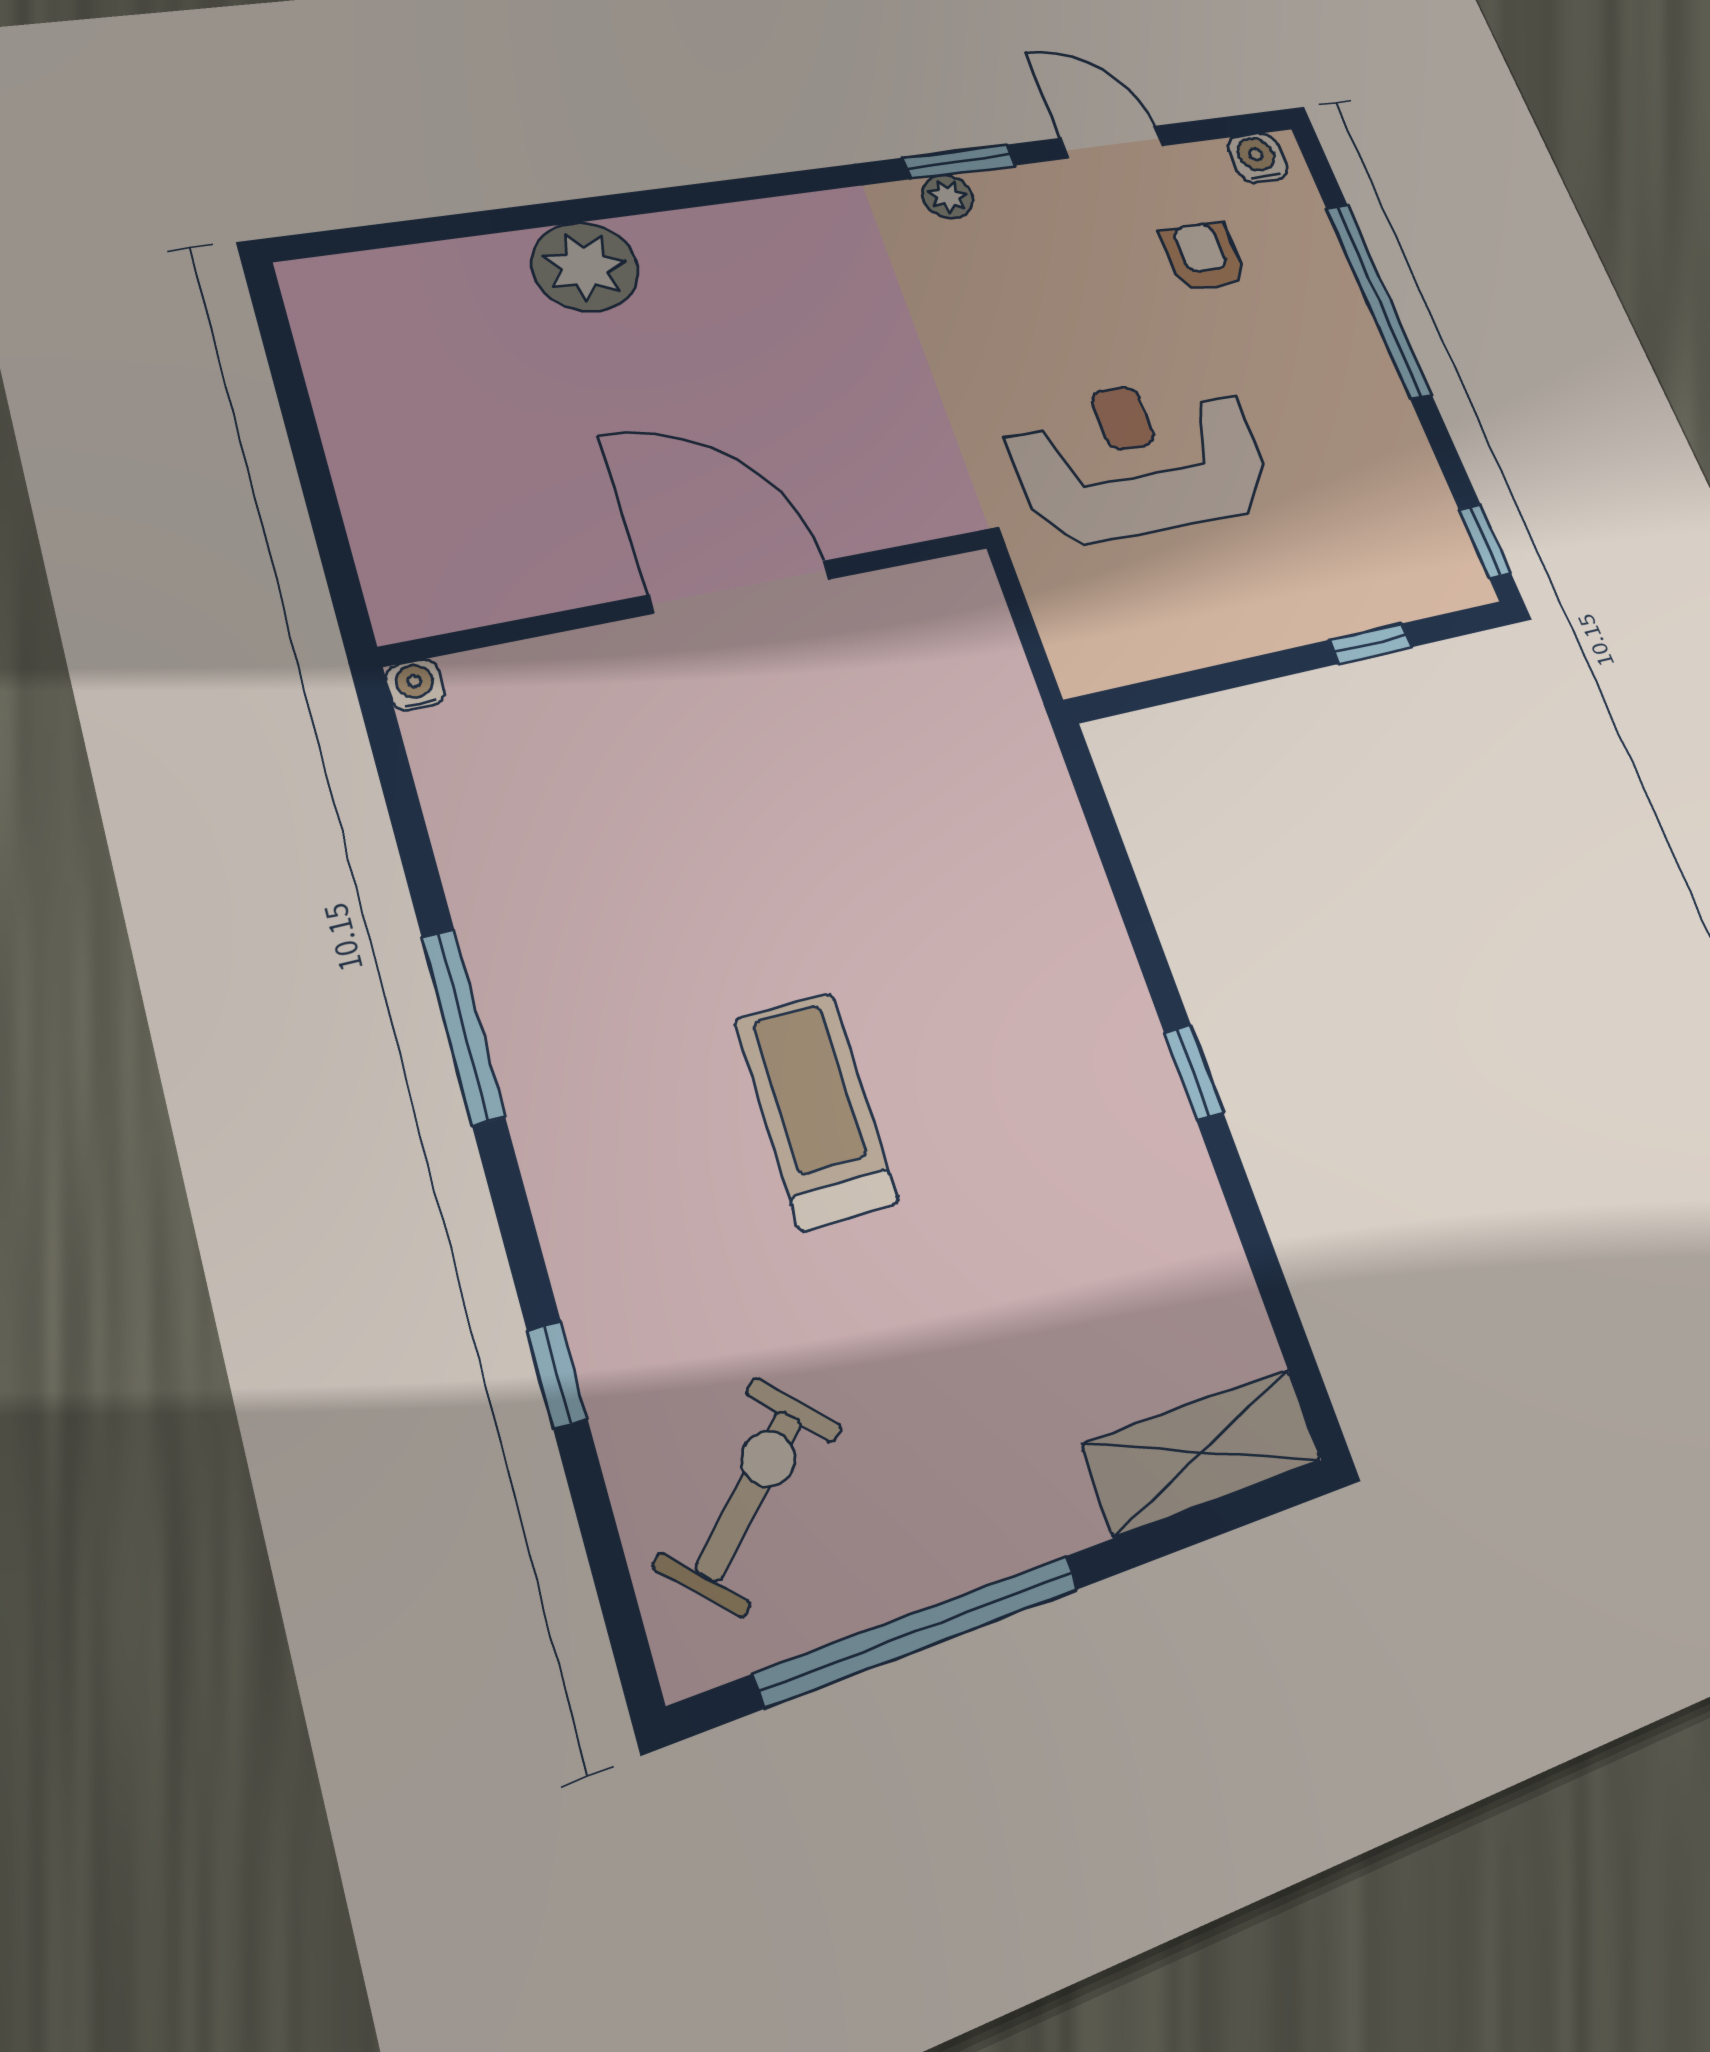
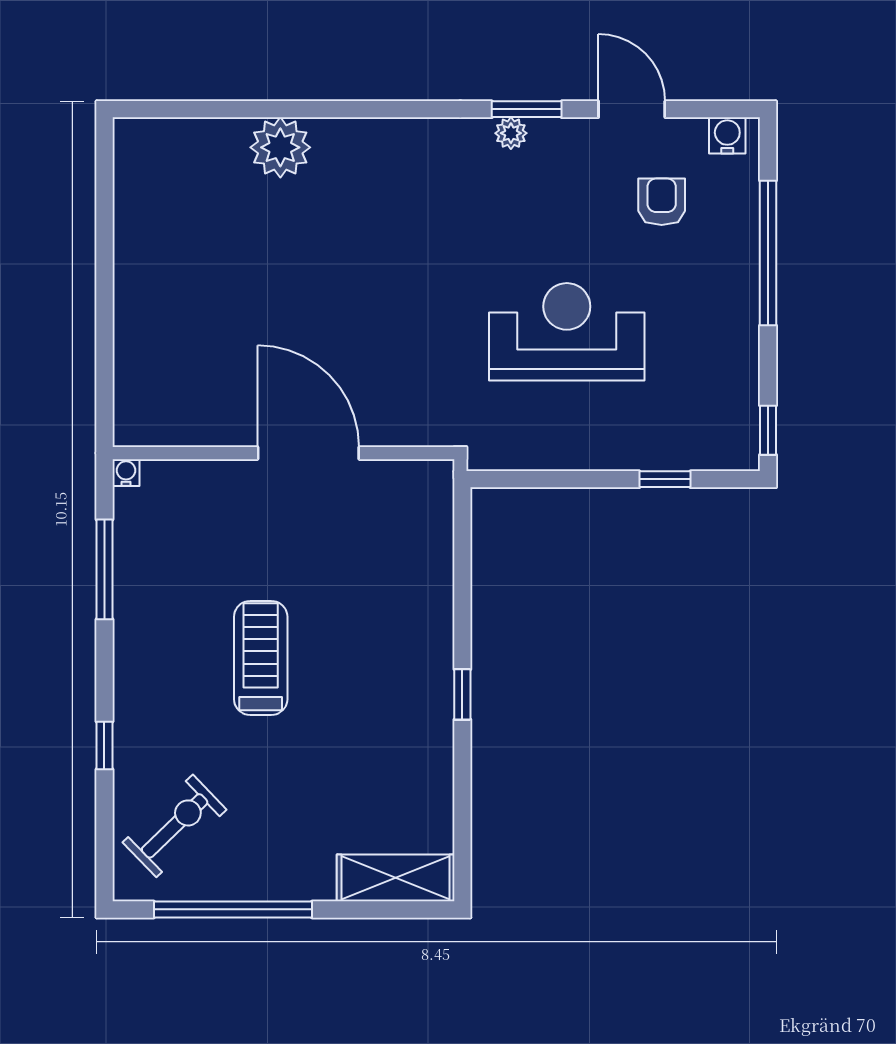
door: (740, 587) -> (308, 453), moved
wall: (696, 595) -> (283, 453), moved
water cooler: (415, 685) -> (126, 473), moved

